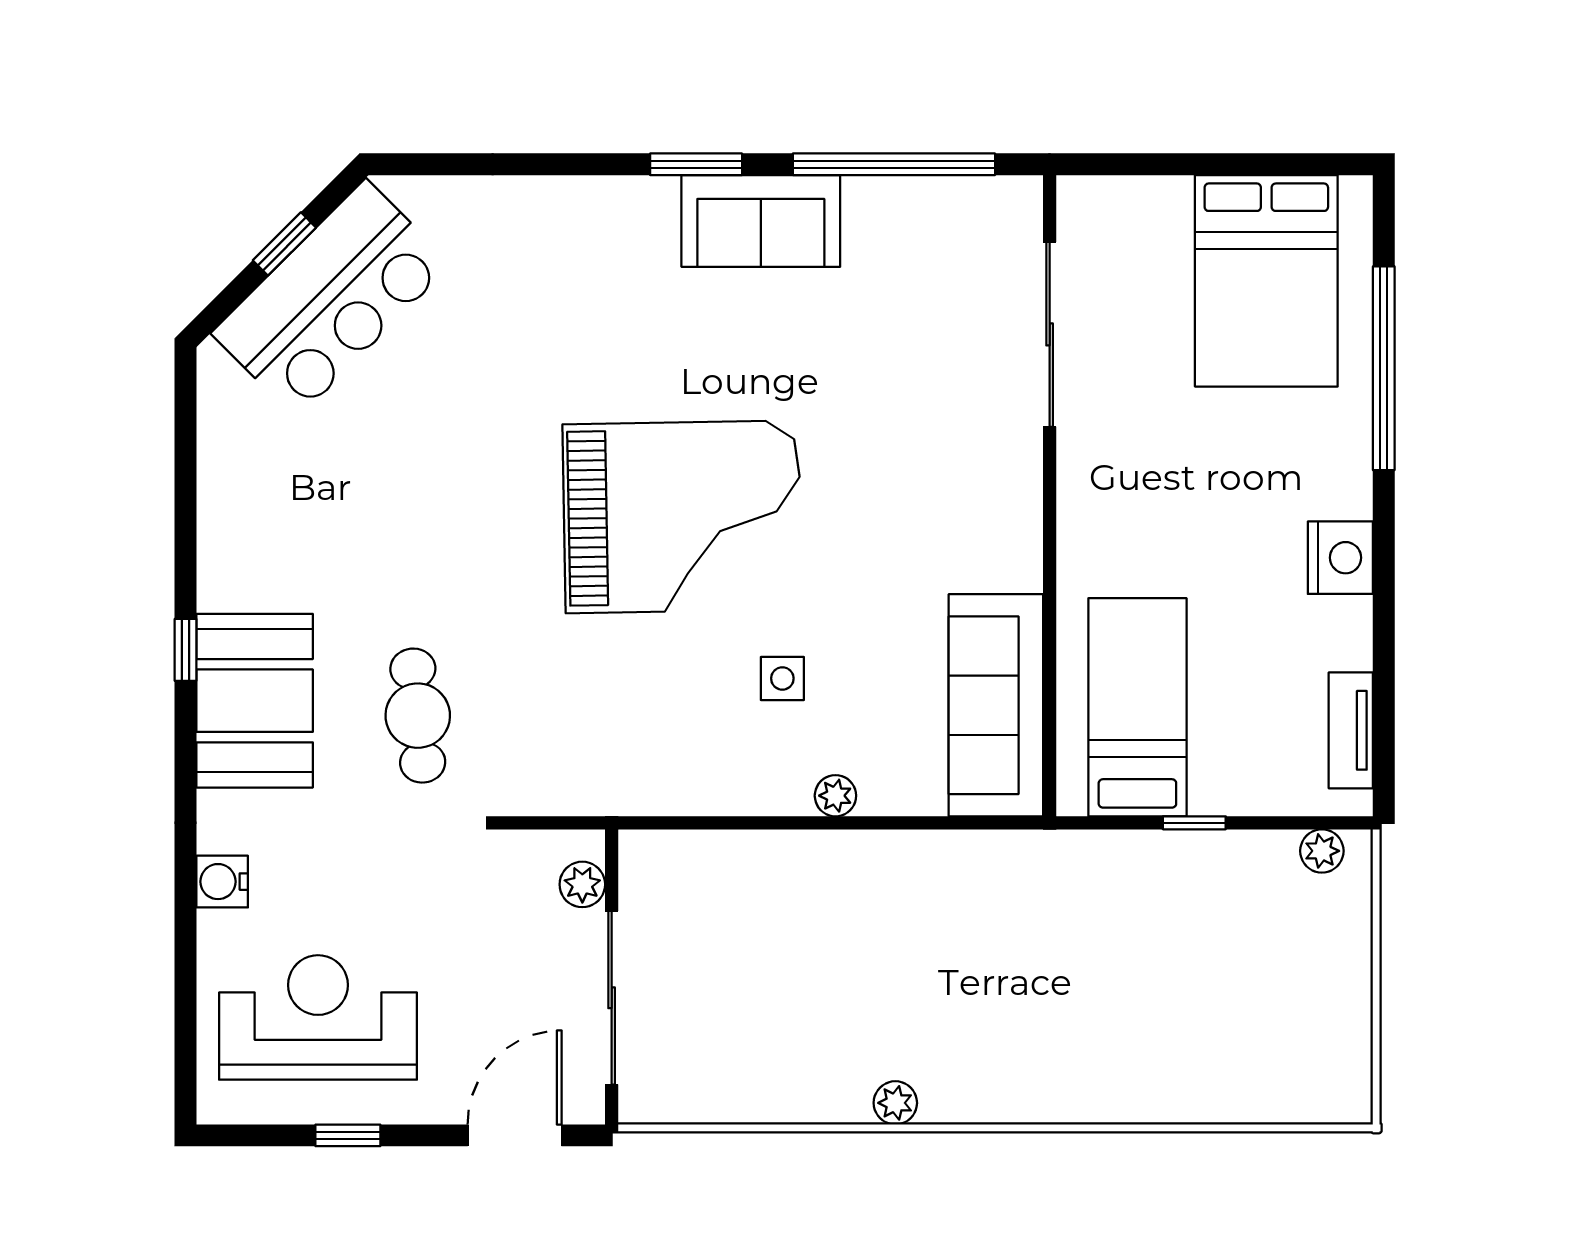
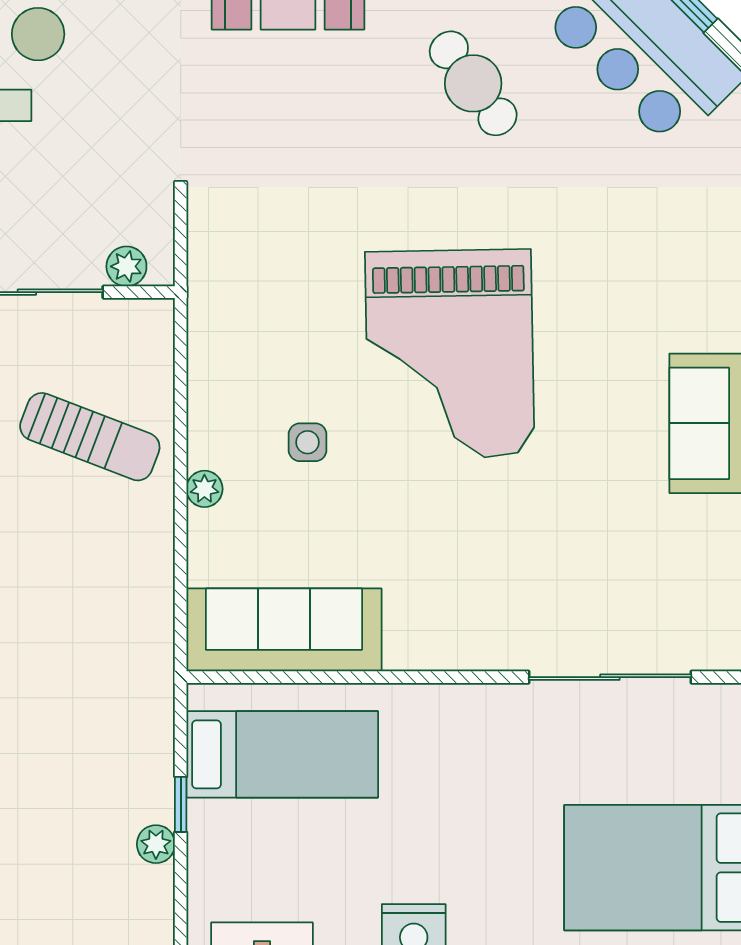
cafe table: (418, 716) -> (473, 83), moved, turned 60
plant: (1322, 851) -> (156, 844), moved
sun lounger: (776, 926) -> (90, 437), added

